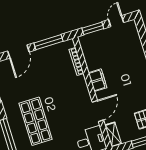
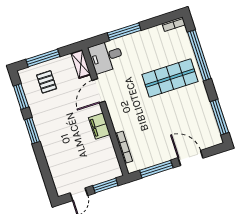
door: (18, 52) -> (191, 158), hinge flipped
shop shelf: (36, 121) -> (170, 78), turned 90

